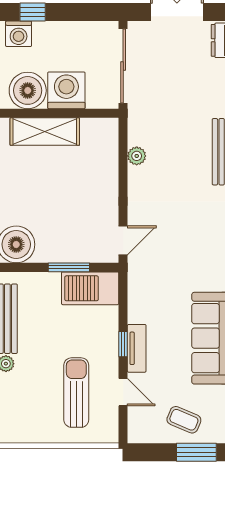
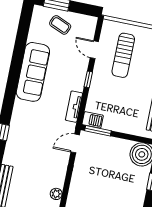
window: (69, 267) -> (98, 131), moved
barbecue: (90, 288) -> (93, 120), width x0.53, depth x0.65
tv unit: (137, 348) -> (74, 107), moved

